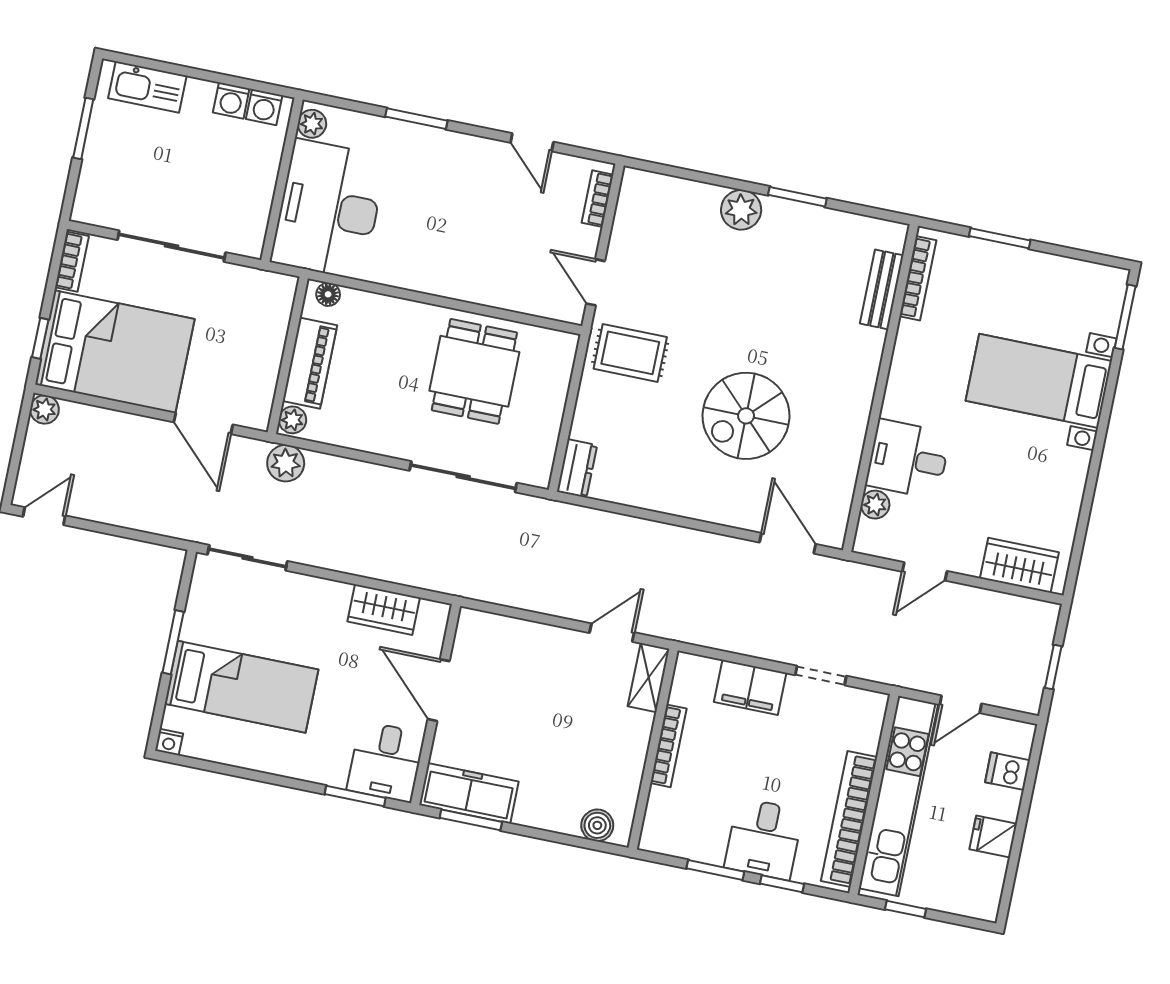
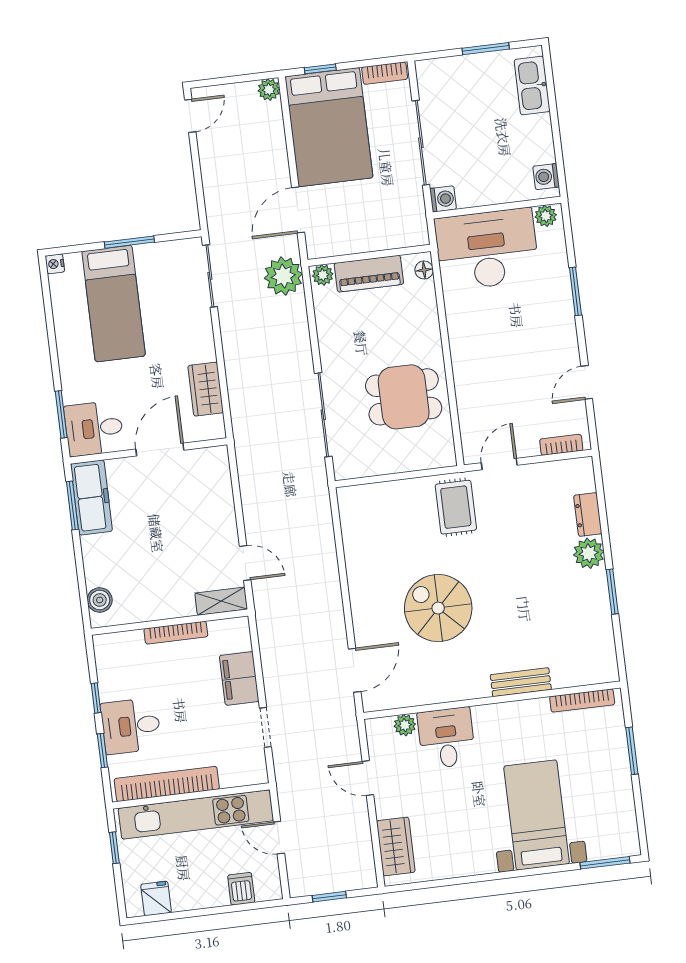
washing machine: (231, 101) -> (443, 199), moved, turned 180
bench: (882, 289) -> (521, 682), moved
plant: (286, 463) -> (283, 276), width x1.36, depth x1.36
dresser: (577, 468) -> (588, 515), moved, turned 90
door: (44, 516) -> (190, 116), hinge flipped
fridge: (993, 836) -> (156, 898), moved
window: (715, 870) -> (96, 698), width x0.67

